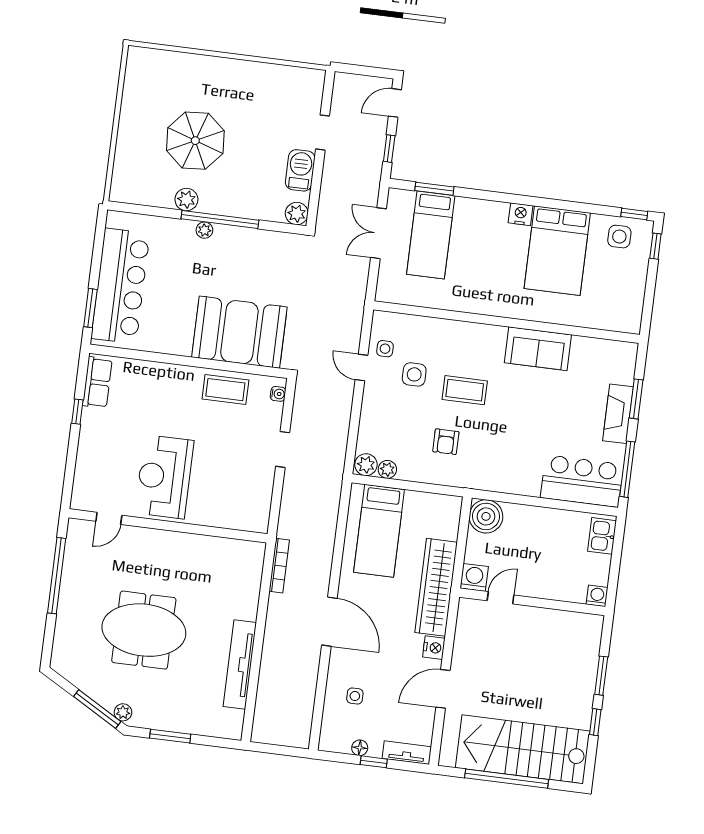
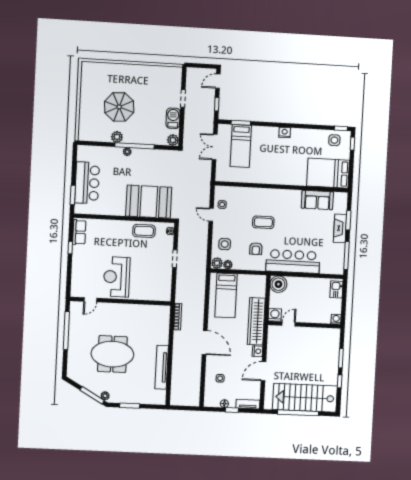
bed: (557, 251) -> (328, 173), moved, turned 90
bar counter: (120, 286) -> (87, 183), width x0.73
sofa: (538, 349) -> (317, 200), moved
side table: (414, 374) -> (225, 244), moved
bar counter: (582, 481) -> (293, 261), moved, width x1.36

